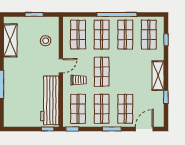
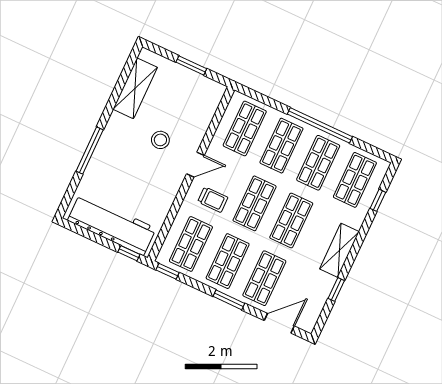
stool: (46, 41) -> (160, 140), moved
shop shelf: (125, 72) -> (291, 220), added
workbench: (50, 100) -> (112, 224), moved, turned 90

